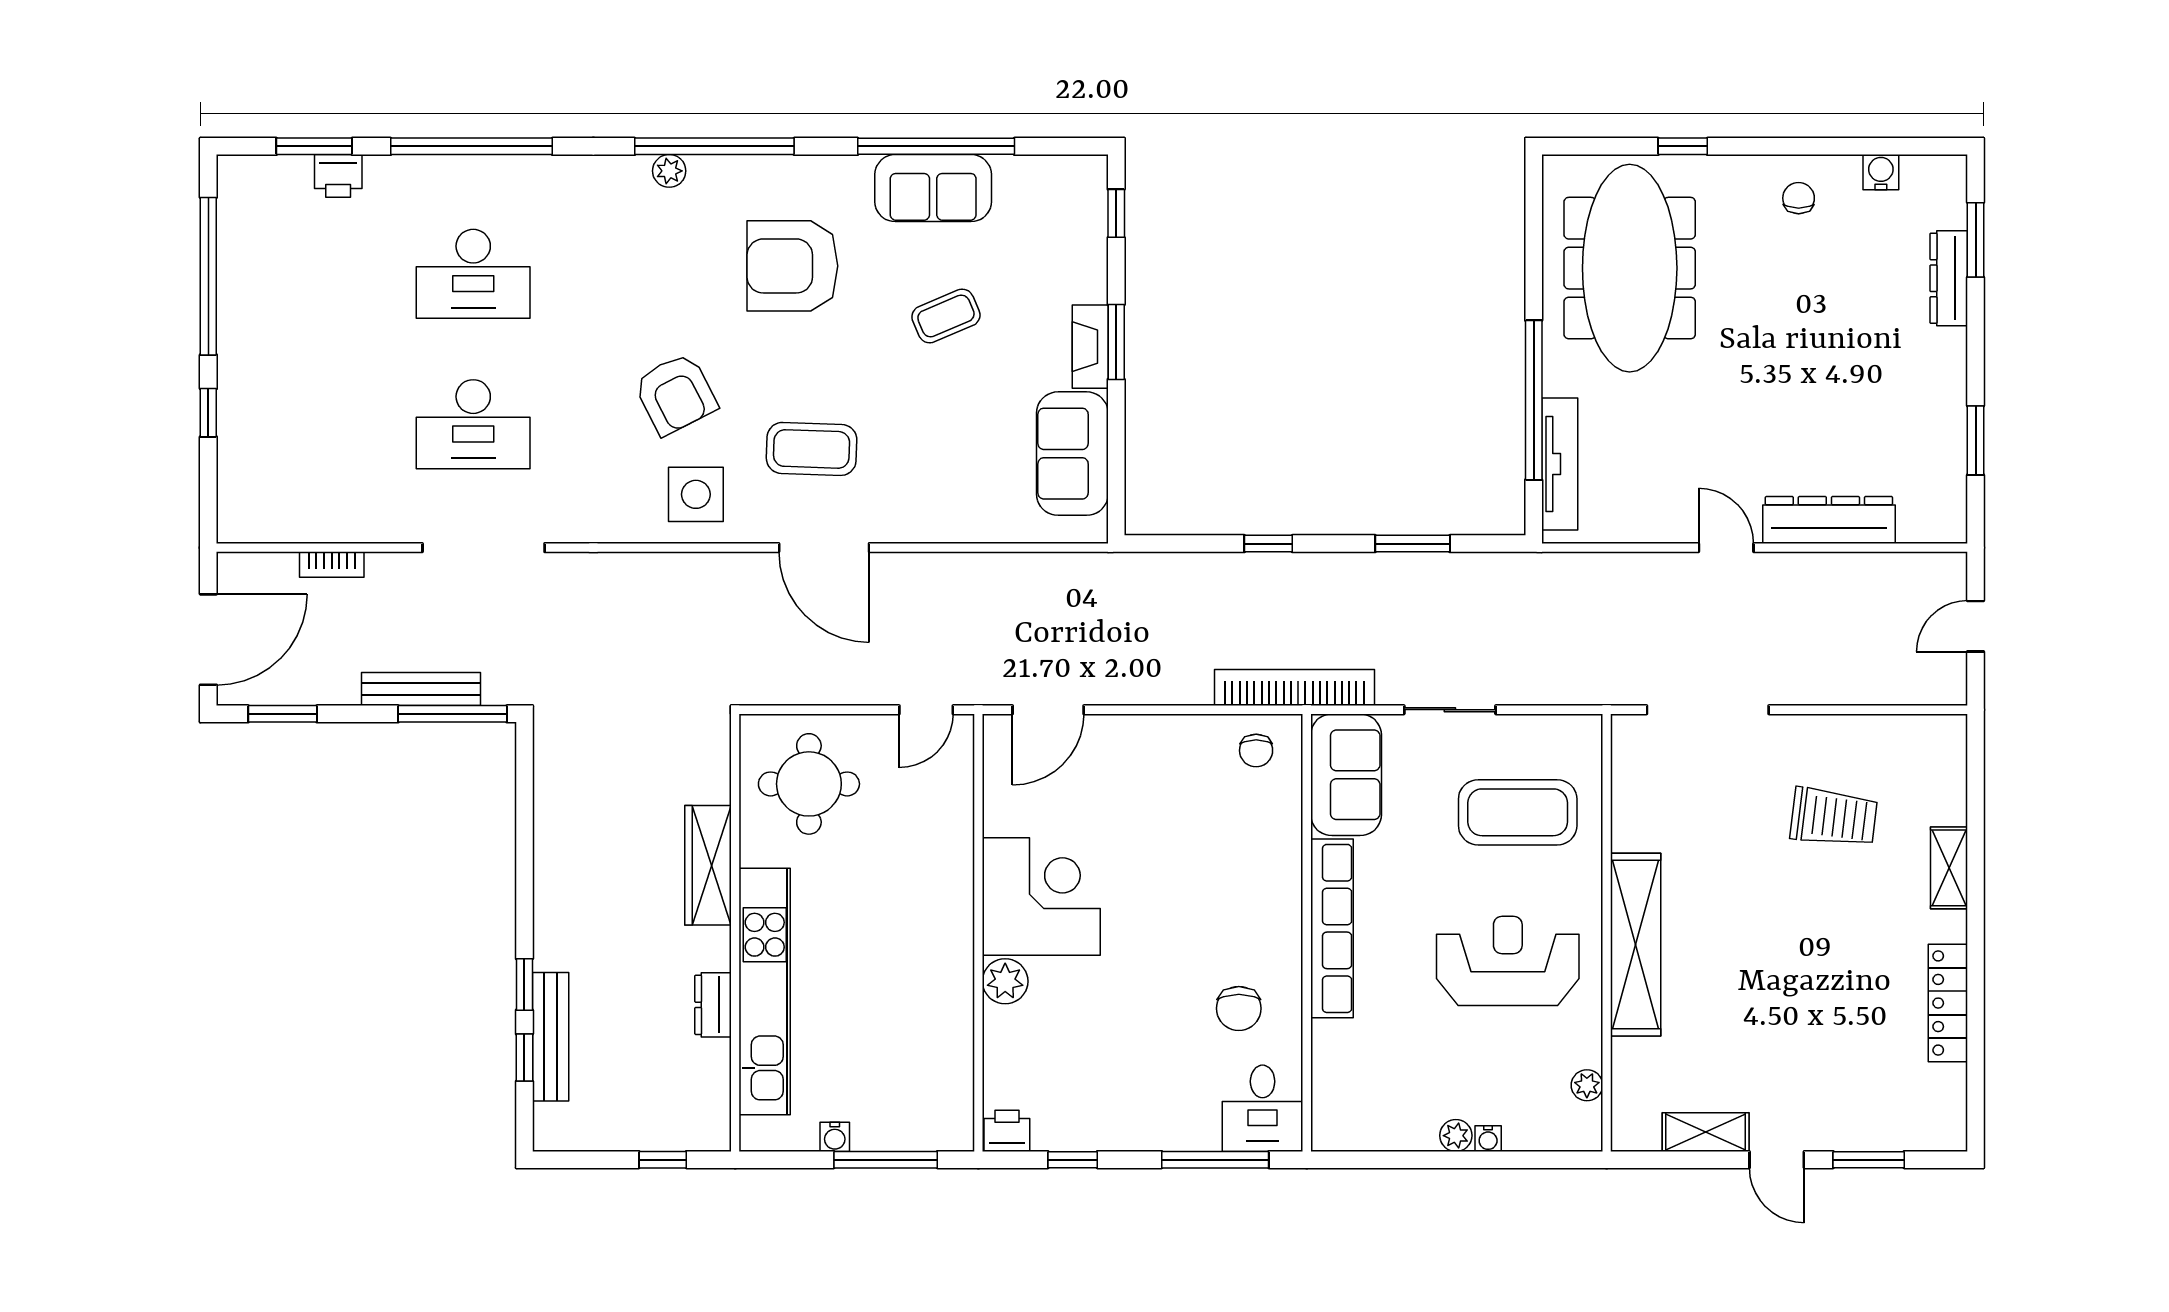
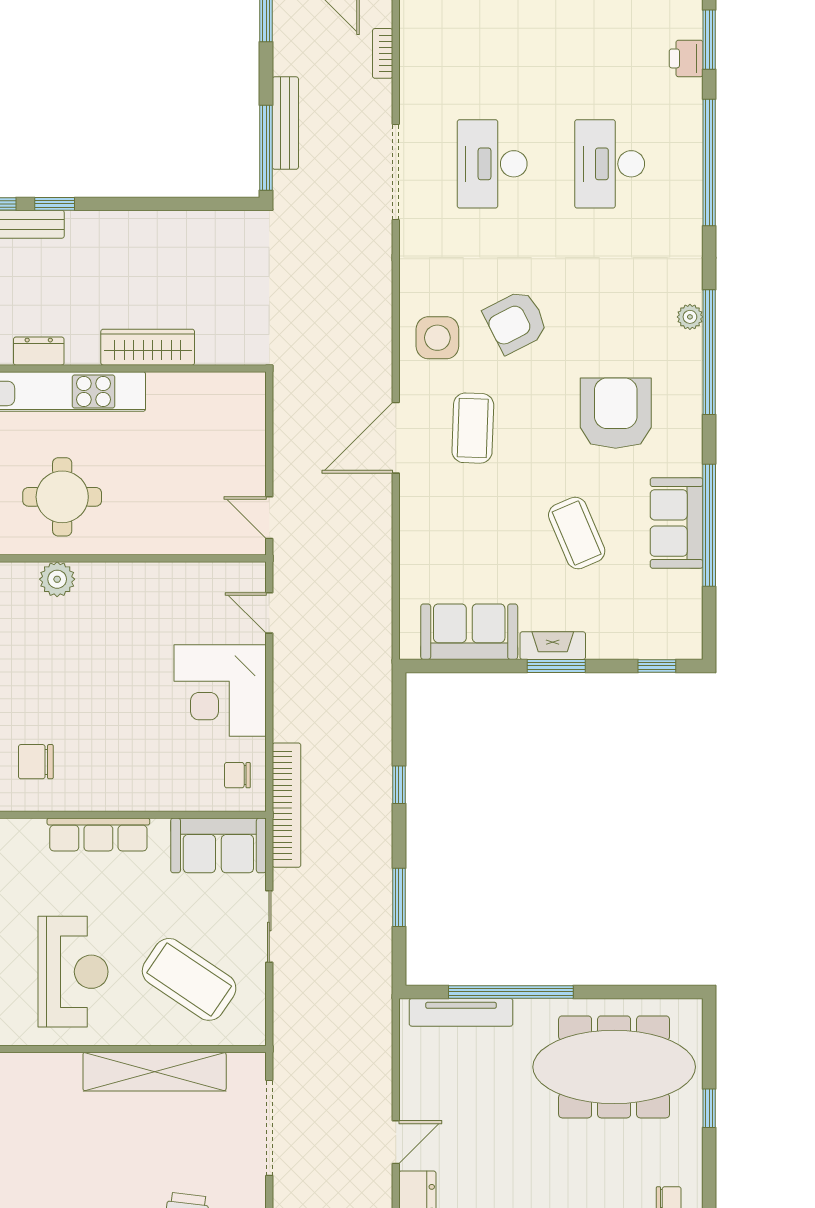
coffee table: (946, 316) -> (577, 533), width x1.36, depth x1.30
door: (1048, 710) -> (269, 613), width x0.73
round table: (809, 784) -> (62, 497), moved
coffee table: (1518, 812) -> (189, 979), turned -56
corner desk: (1041, 897) -> (220, 691), moved, turned 90
row of seats: (1332, 928) -> (98, 834), width x0.73
shelving: (1636, 945) -> (155, 1072), moved

